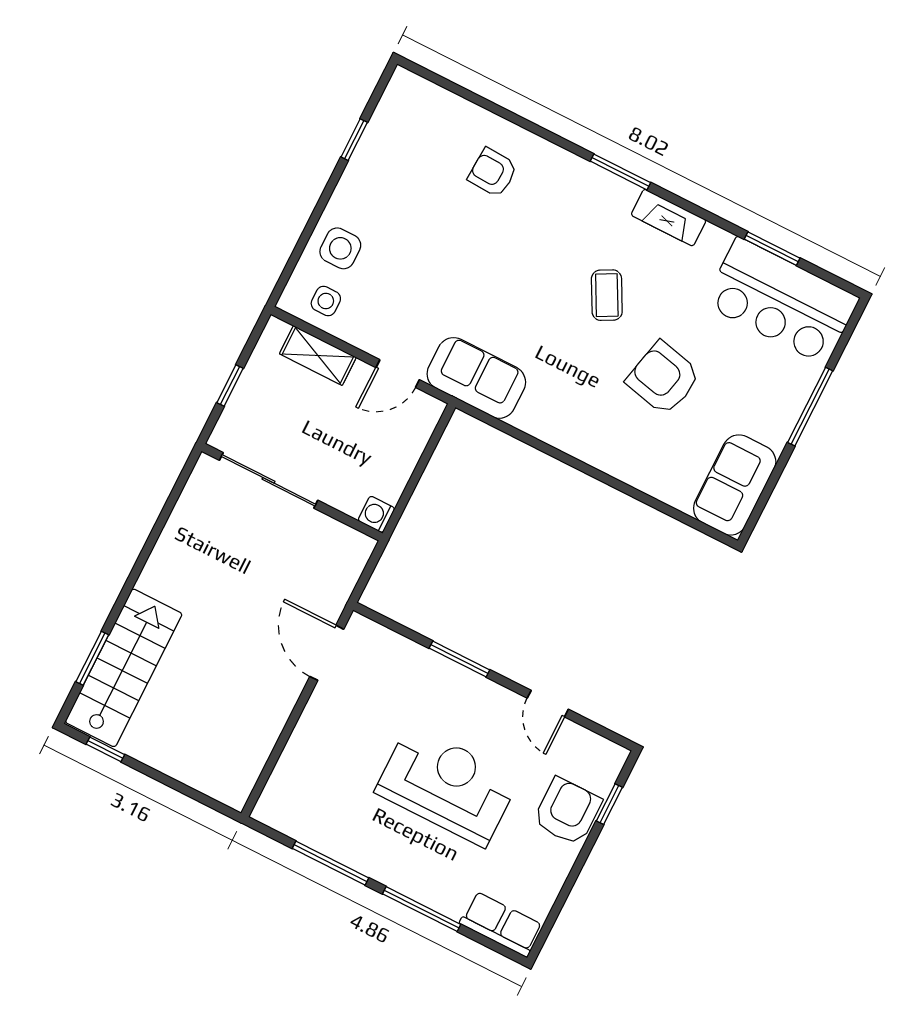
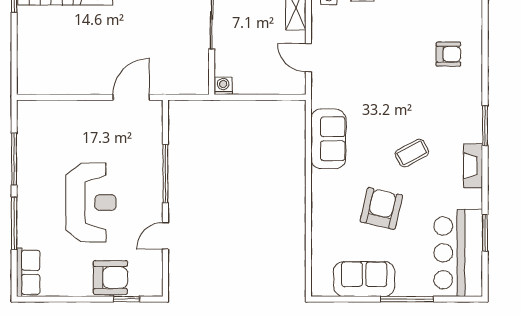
armchair: (493, 173) -> (448, 54), turned 87
sofa: (476, 378) -> (328, 139), moved
sofa: (735, 485) -> (364, 279), moved
window: (459, 659) -> (165, 174), width x1.44

